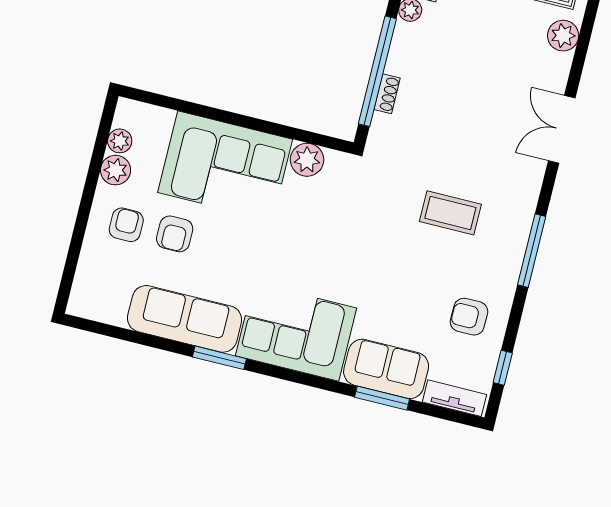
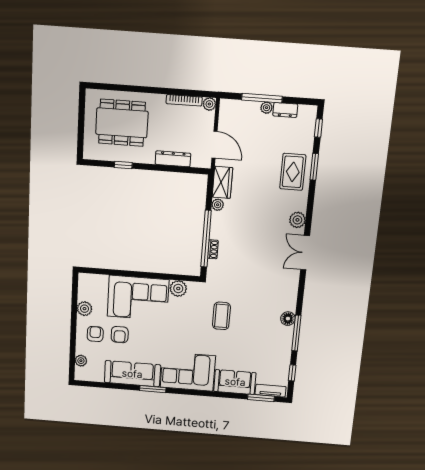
plant: (563, 36) -> (297, 220), moved
plant: (120, 141) -> (81, 361), moved
coffee table: (450, 213) -> (221, 316), moved, turned 90
window: (532, 251) -> (296, 333), moved
floor lamp: (510, 255) -> (288, 319), added
armchair: (469, 317) -> (272, 351), removed
window: (382, 398) -> (261, 398), moved

